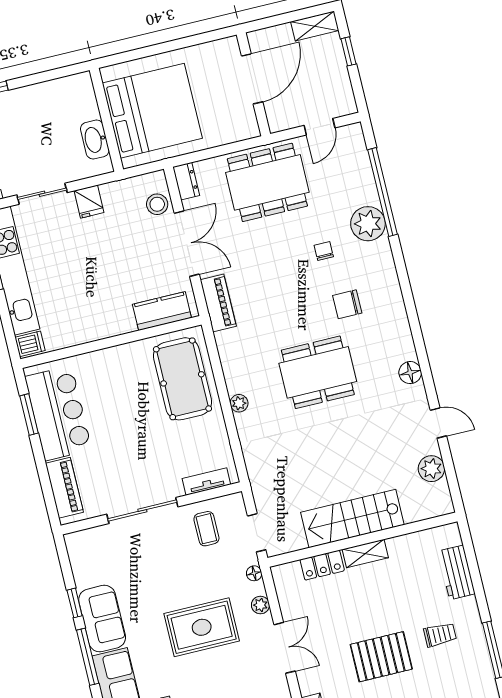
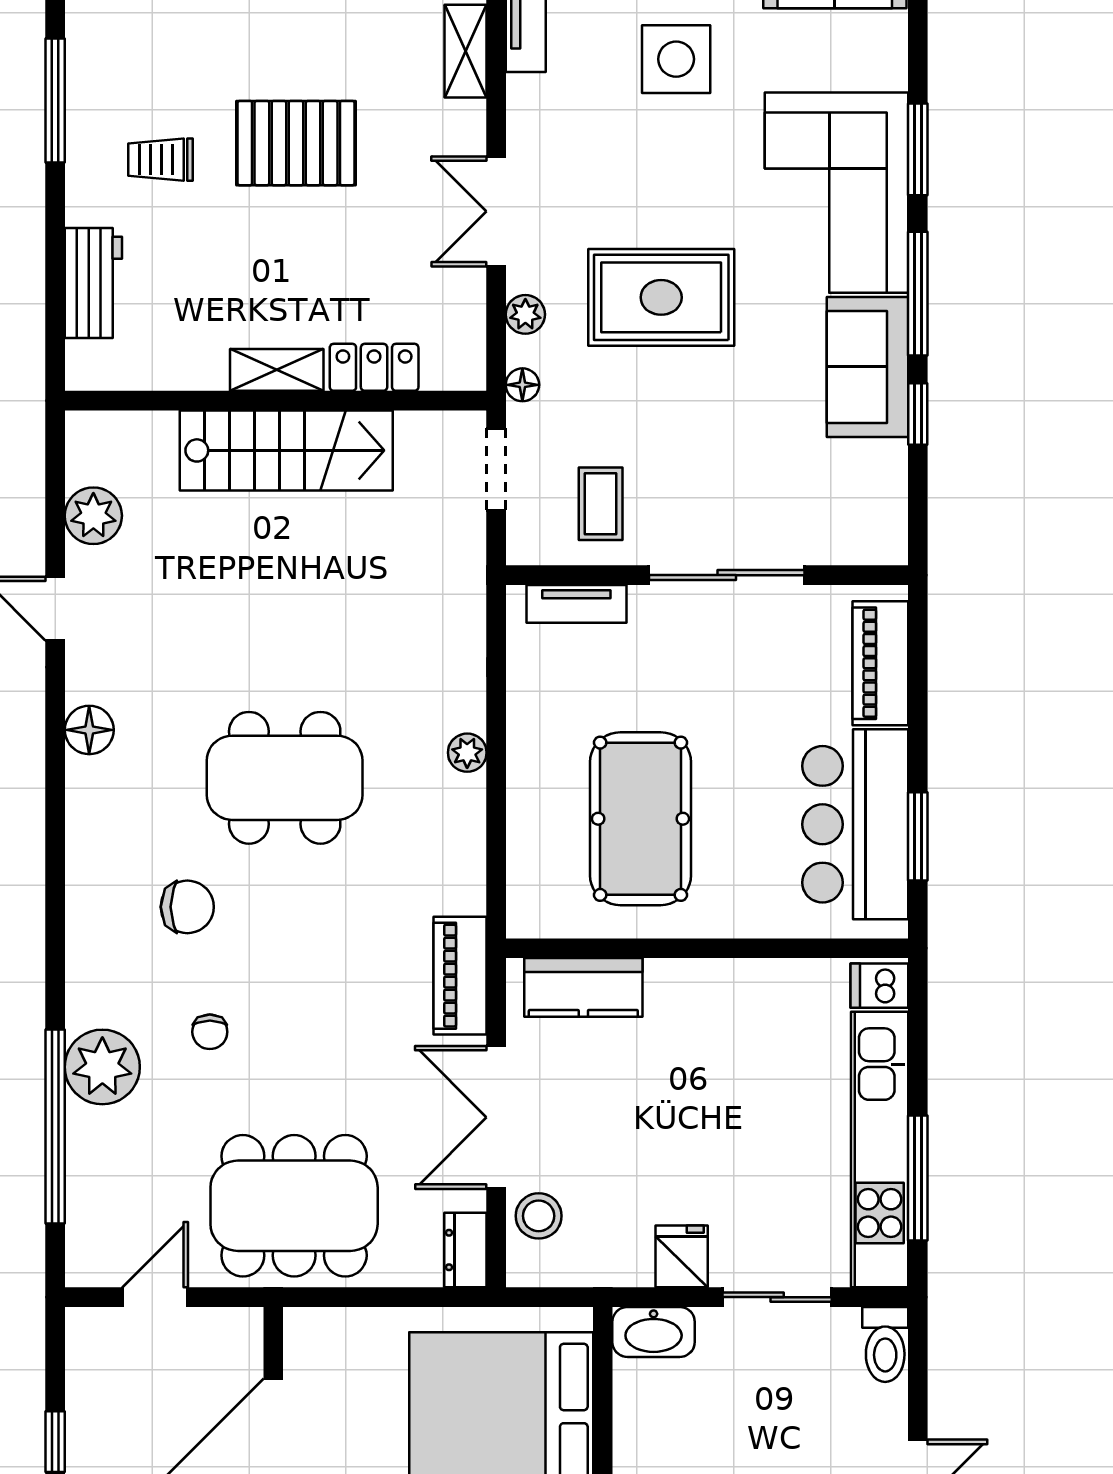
washbasin: (95, 140) -> (654, 1332), moved, turned 90
pool table: (182, 379) -> (640, 819), moved

